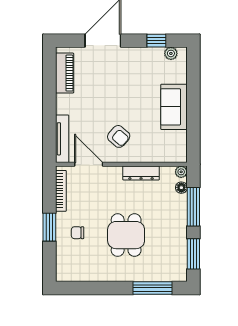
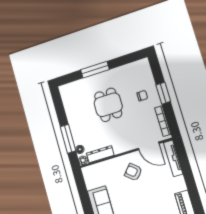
dresser: (141, 173) -> (100, 154), moved
window: (193, 254) -> (59, 107), removed
window: (153, 288) -> (95, 70), moved

